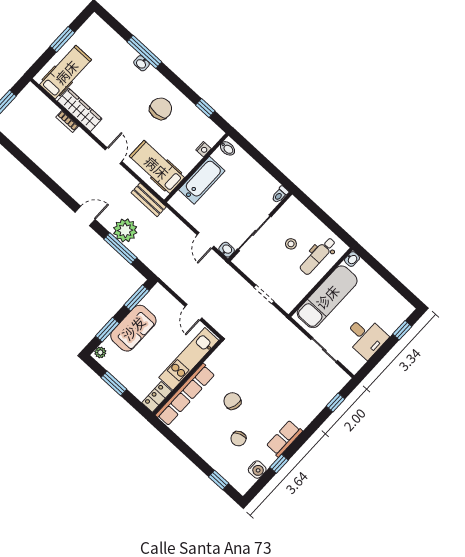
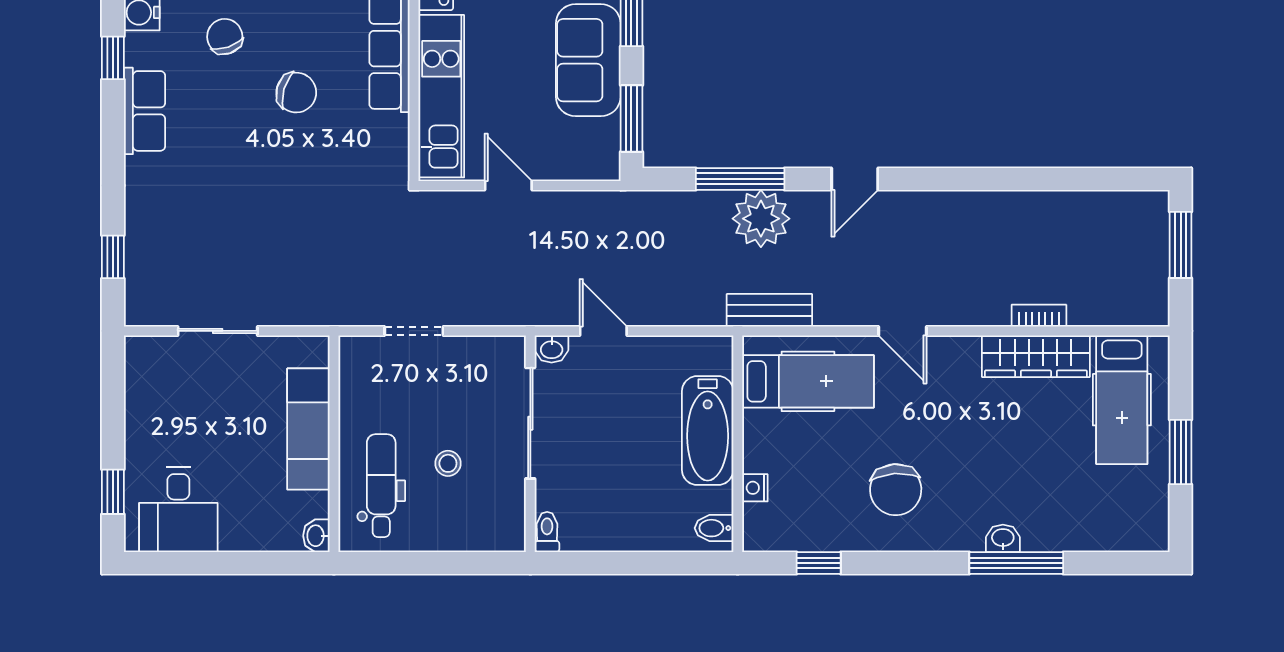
exam couch: (327, 297) -> (308, 429), width x0.73, depth x0.69
desk: (366, 337) -> (178, 510), moved, turned -90

